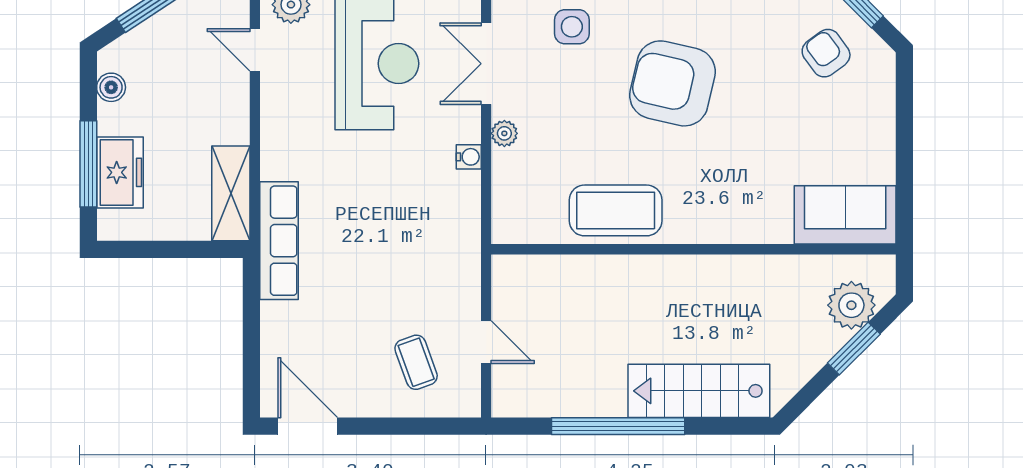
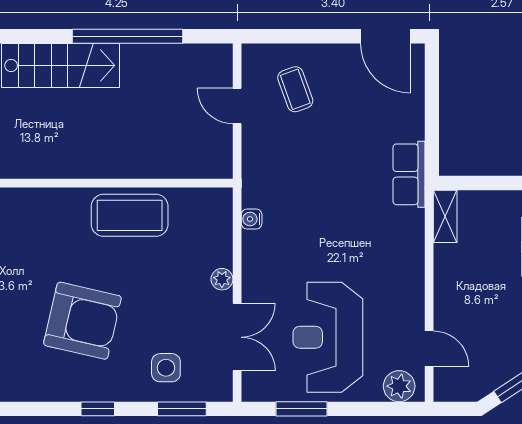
water cooler: (469, 157) -> (252, 219), moved
shelving: (231, 193) -> (445, 216), width x0.67, depth x0.75
row of seats: (279, 241) -> (409, 174), width x0.68

